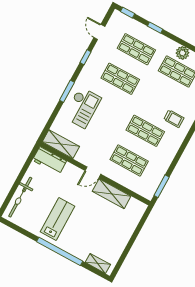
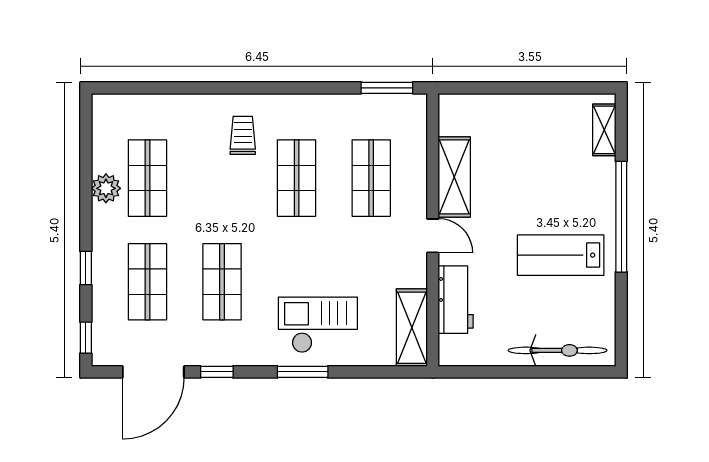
door: (99, 32) -> (153, 372), width x1.88
workbench: (49, 161) -> (456, 300), moved

